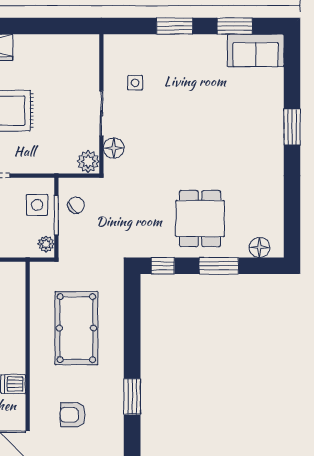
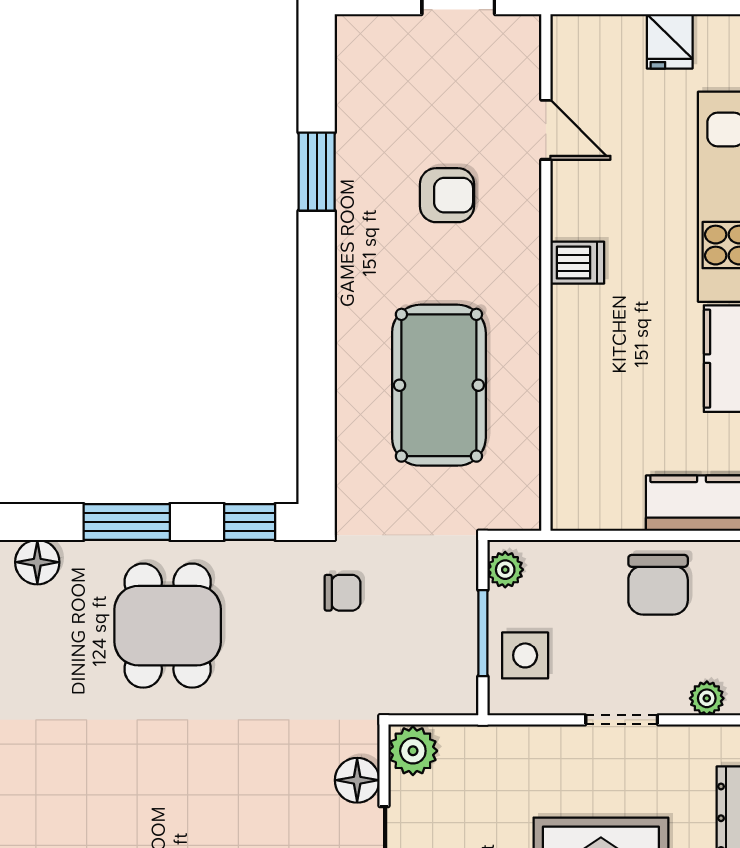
chair: (76, 205) -> (343, 593), moved, turned -141
window: (132, 397) -> (317, 172), moved

